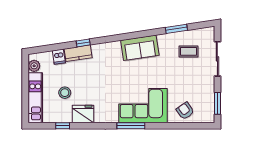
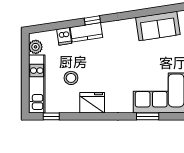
window: (63, 126) -> (51, 116), moved
window: (131, 126) -> (148, 116), width x0.69

